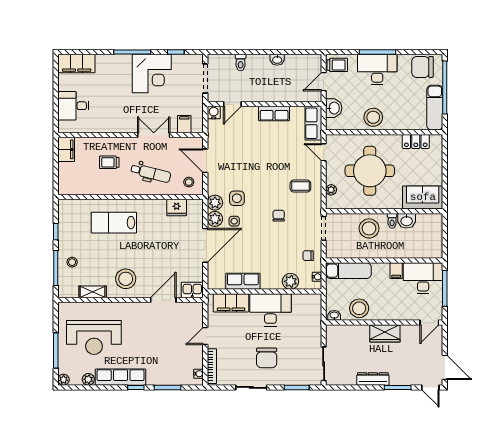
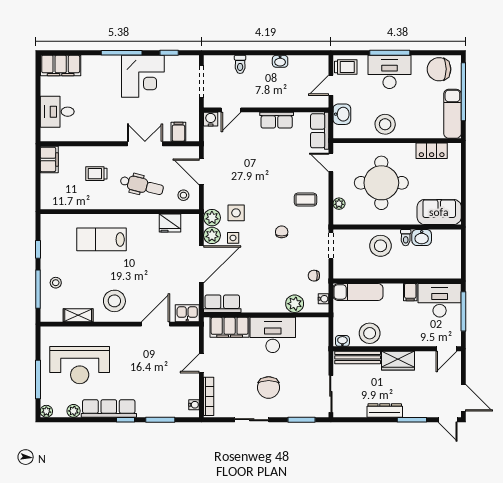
row of seats: (243, 281) -> (222, 304), moved
bench: (348, 330) -> (358, 357), added

